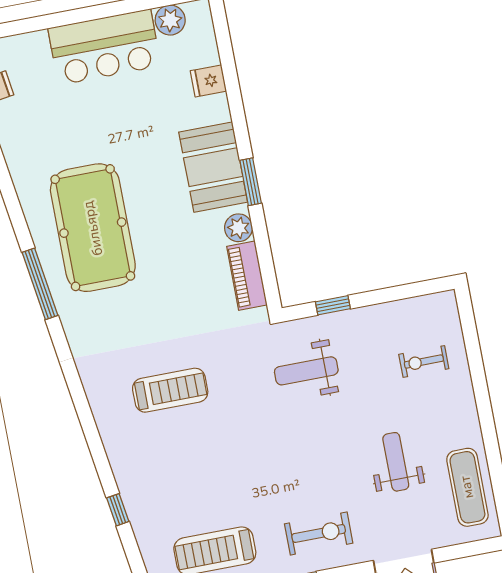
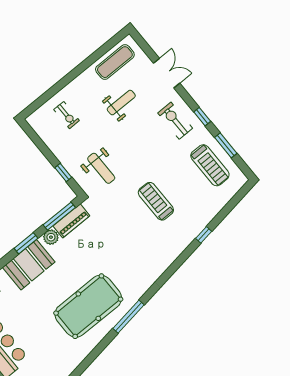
window: (265, 260) -> (59, 216), added
treadmill: (170, 390) -> (156, 201), moved
weight bench: (396, 462) -> (121, 103), turned 180
window: (118, 510) -> (204, 235), moved

